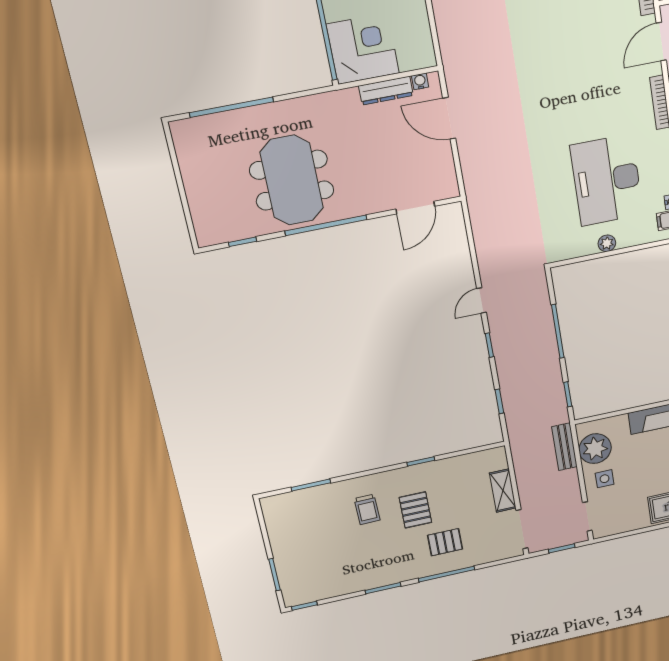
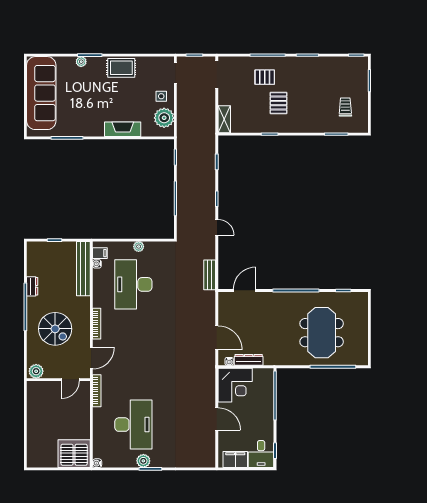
corner desk: (363, 49) -> (235, 385), moved, turned -90
meeting table: (292, 180) -> (322, 333), moved
desk: (607, 180) -> (133, 284), turned 180
door: (481, 301) -> (217, 227), hinge flipped
bench: (565, 447) -> (210, 275), moved
shelving: (503, 491) -> (224, 119), moved
trolley: (367, 509) -> (345, 107), moved

